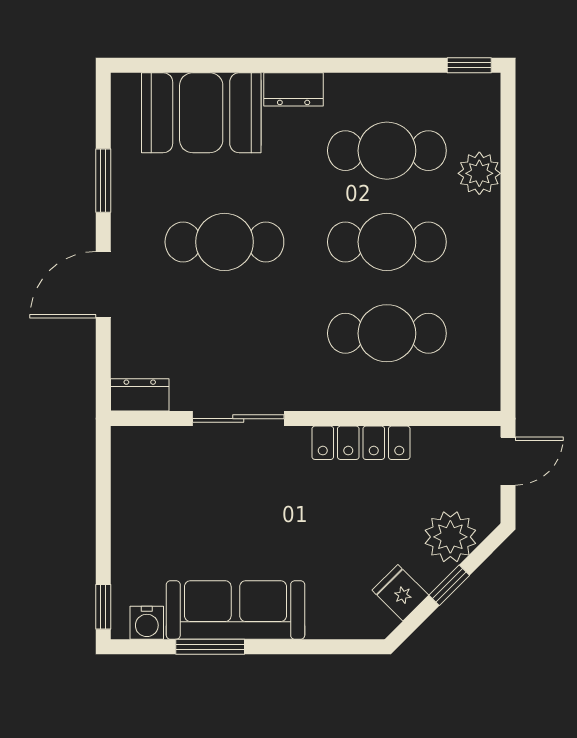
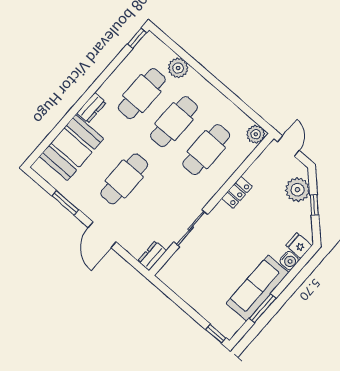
plant: (481, 392) -> (256, 134), added
locker: (361, 443) -> (237, 192), width x0.66
fridge: (400, 593) -> (299, 246), moved, turned 45
water cooler: (147, 623) -> (289, 261), moved

